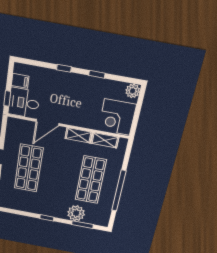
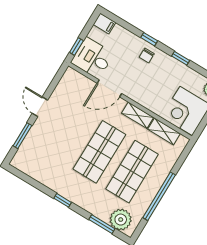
filing cabinet: (20, 81) -> (104, 24), moved
chair: (67, 83) -> (147, 56), added
shop shelf: (29, 168) -> (99, 152), moved
plant: (76, 213) -> (121, 220), moved

